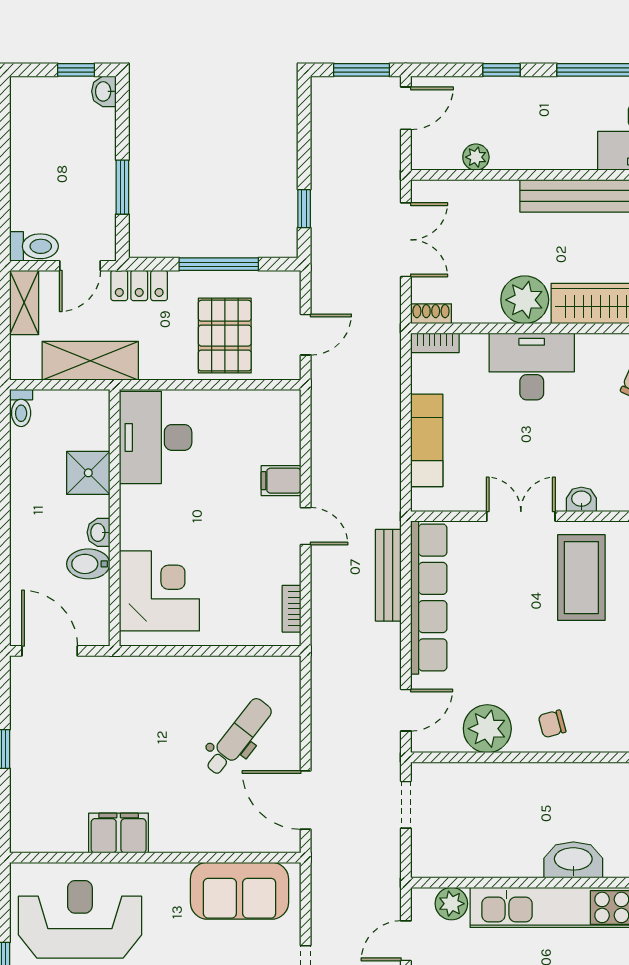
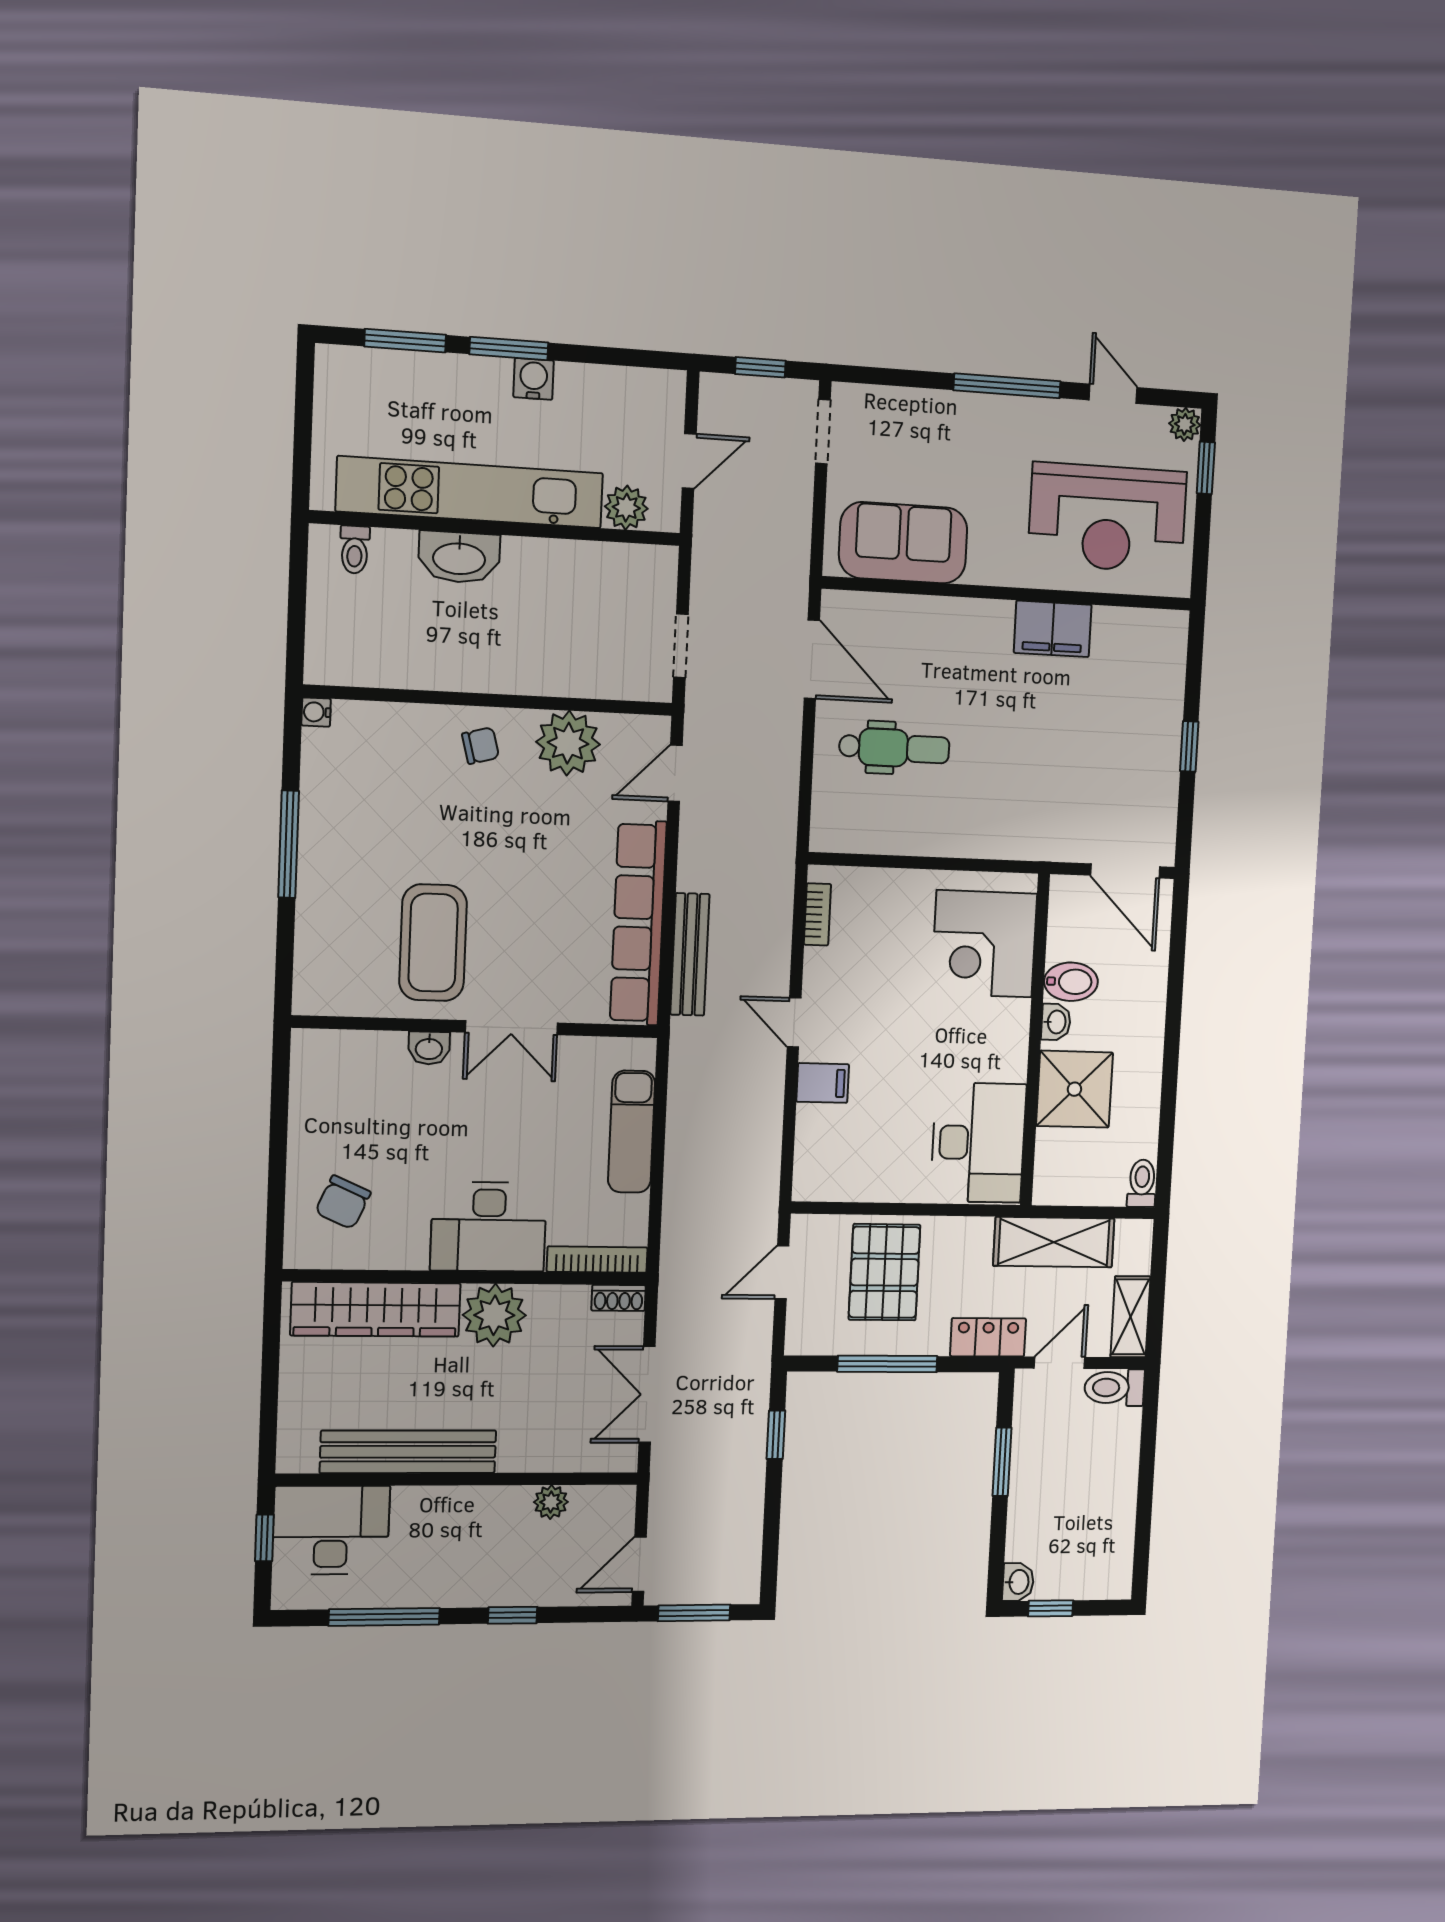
bookcase: (435, 343) -> (597, 1260), width x1.56
shower: (88, 473) -> (1074, 1089), width x1.36, depth x1.36
dental chair: (238, 737) -> (894, 748), turned -128

